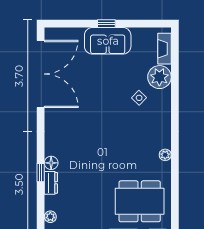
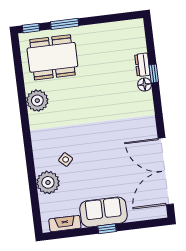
fireplace: (164, 49) -> (65, 224), moved, turned -90
plant: (165, 155) -> (37, 101), width x1.87, depth x1.87
plant: (50, 217) -> (139, 31), removed

